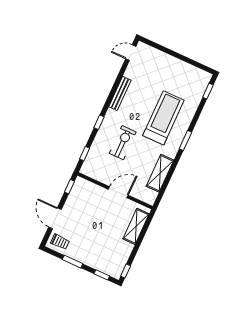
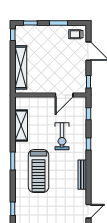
door: (118, 192) -> (64, 95), moved
shelving: (136, 226) -> (21, 67), width x1.47

